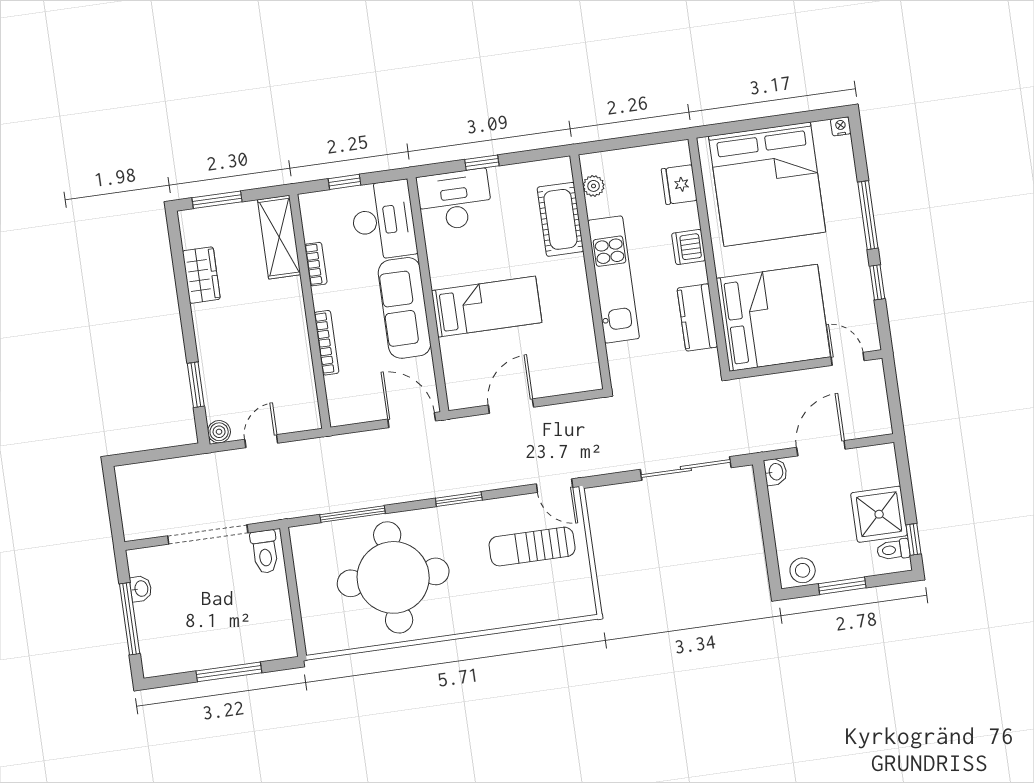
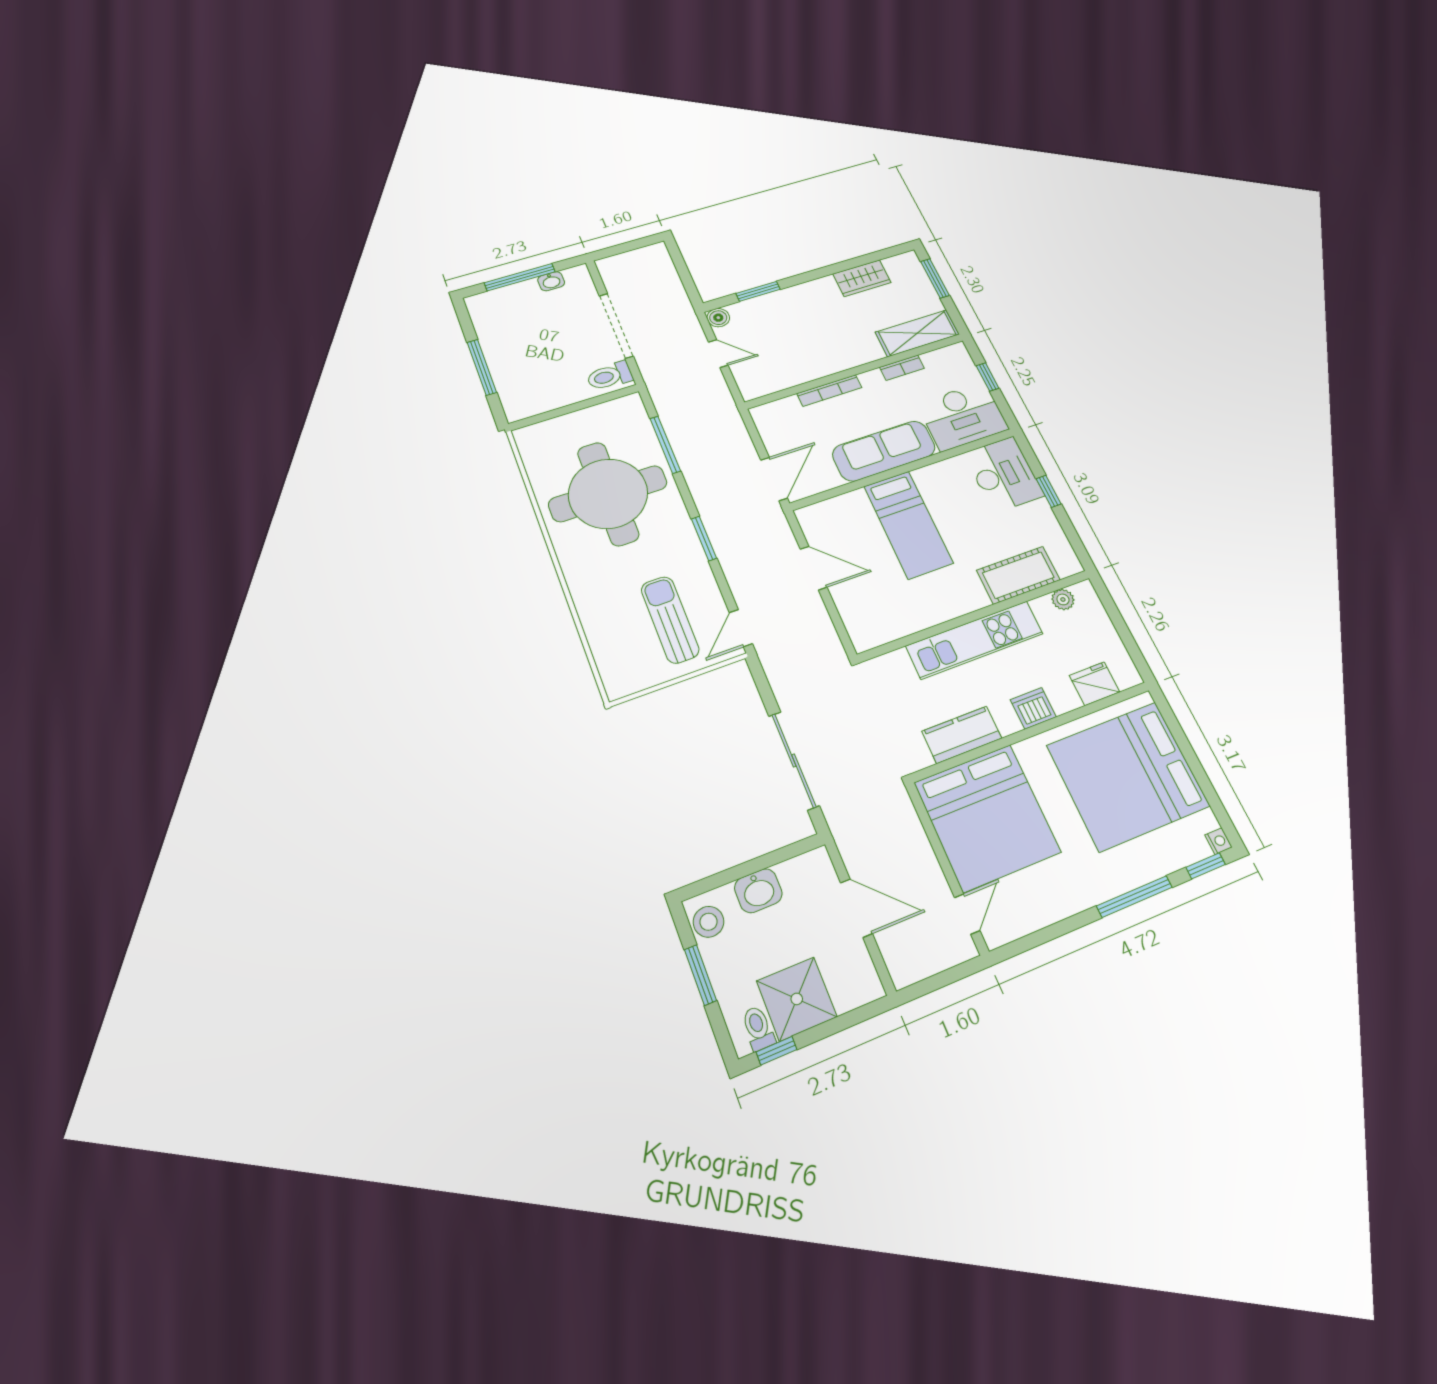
window: (877, 282) -> (1206, 866), moved
washbasin: (775, 472) -> (758, 891), moved, width x1.38, depth x1.45

